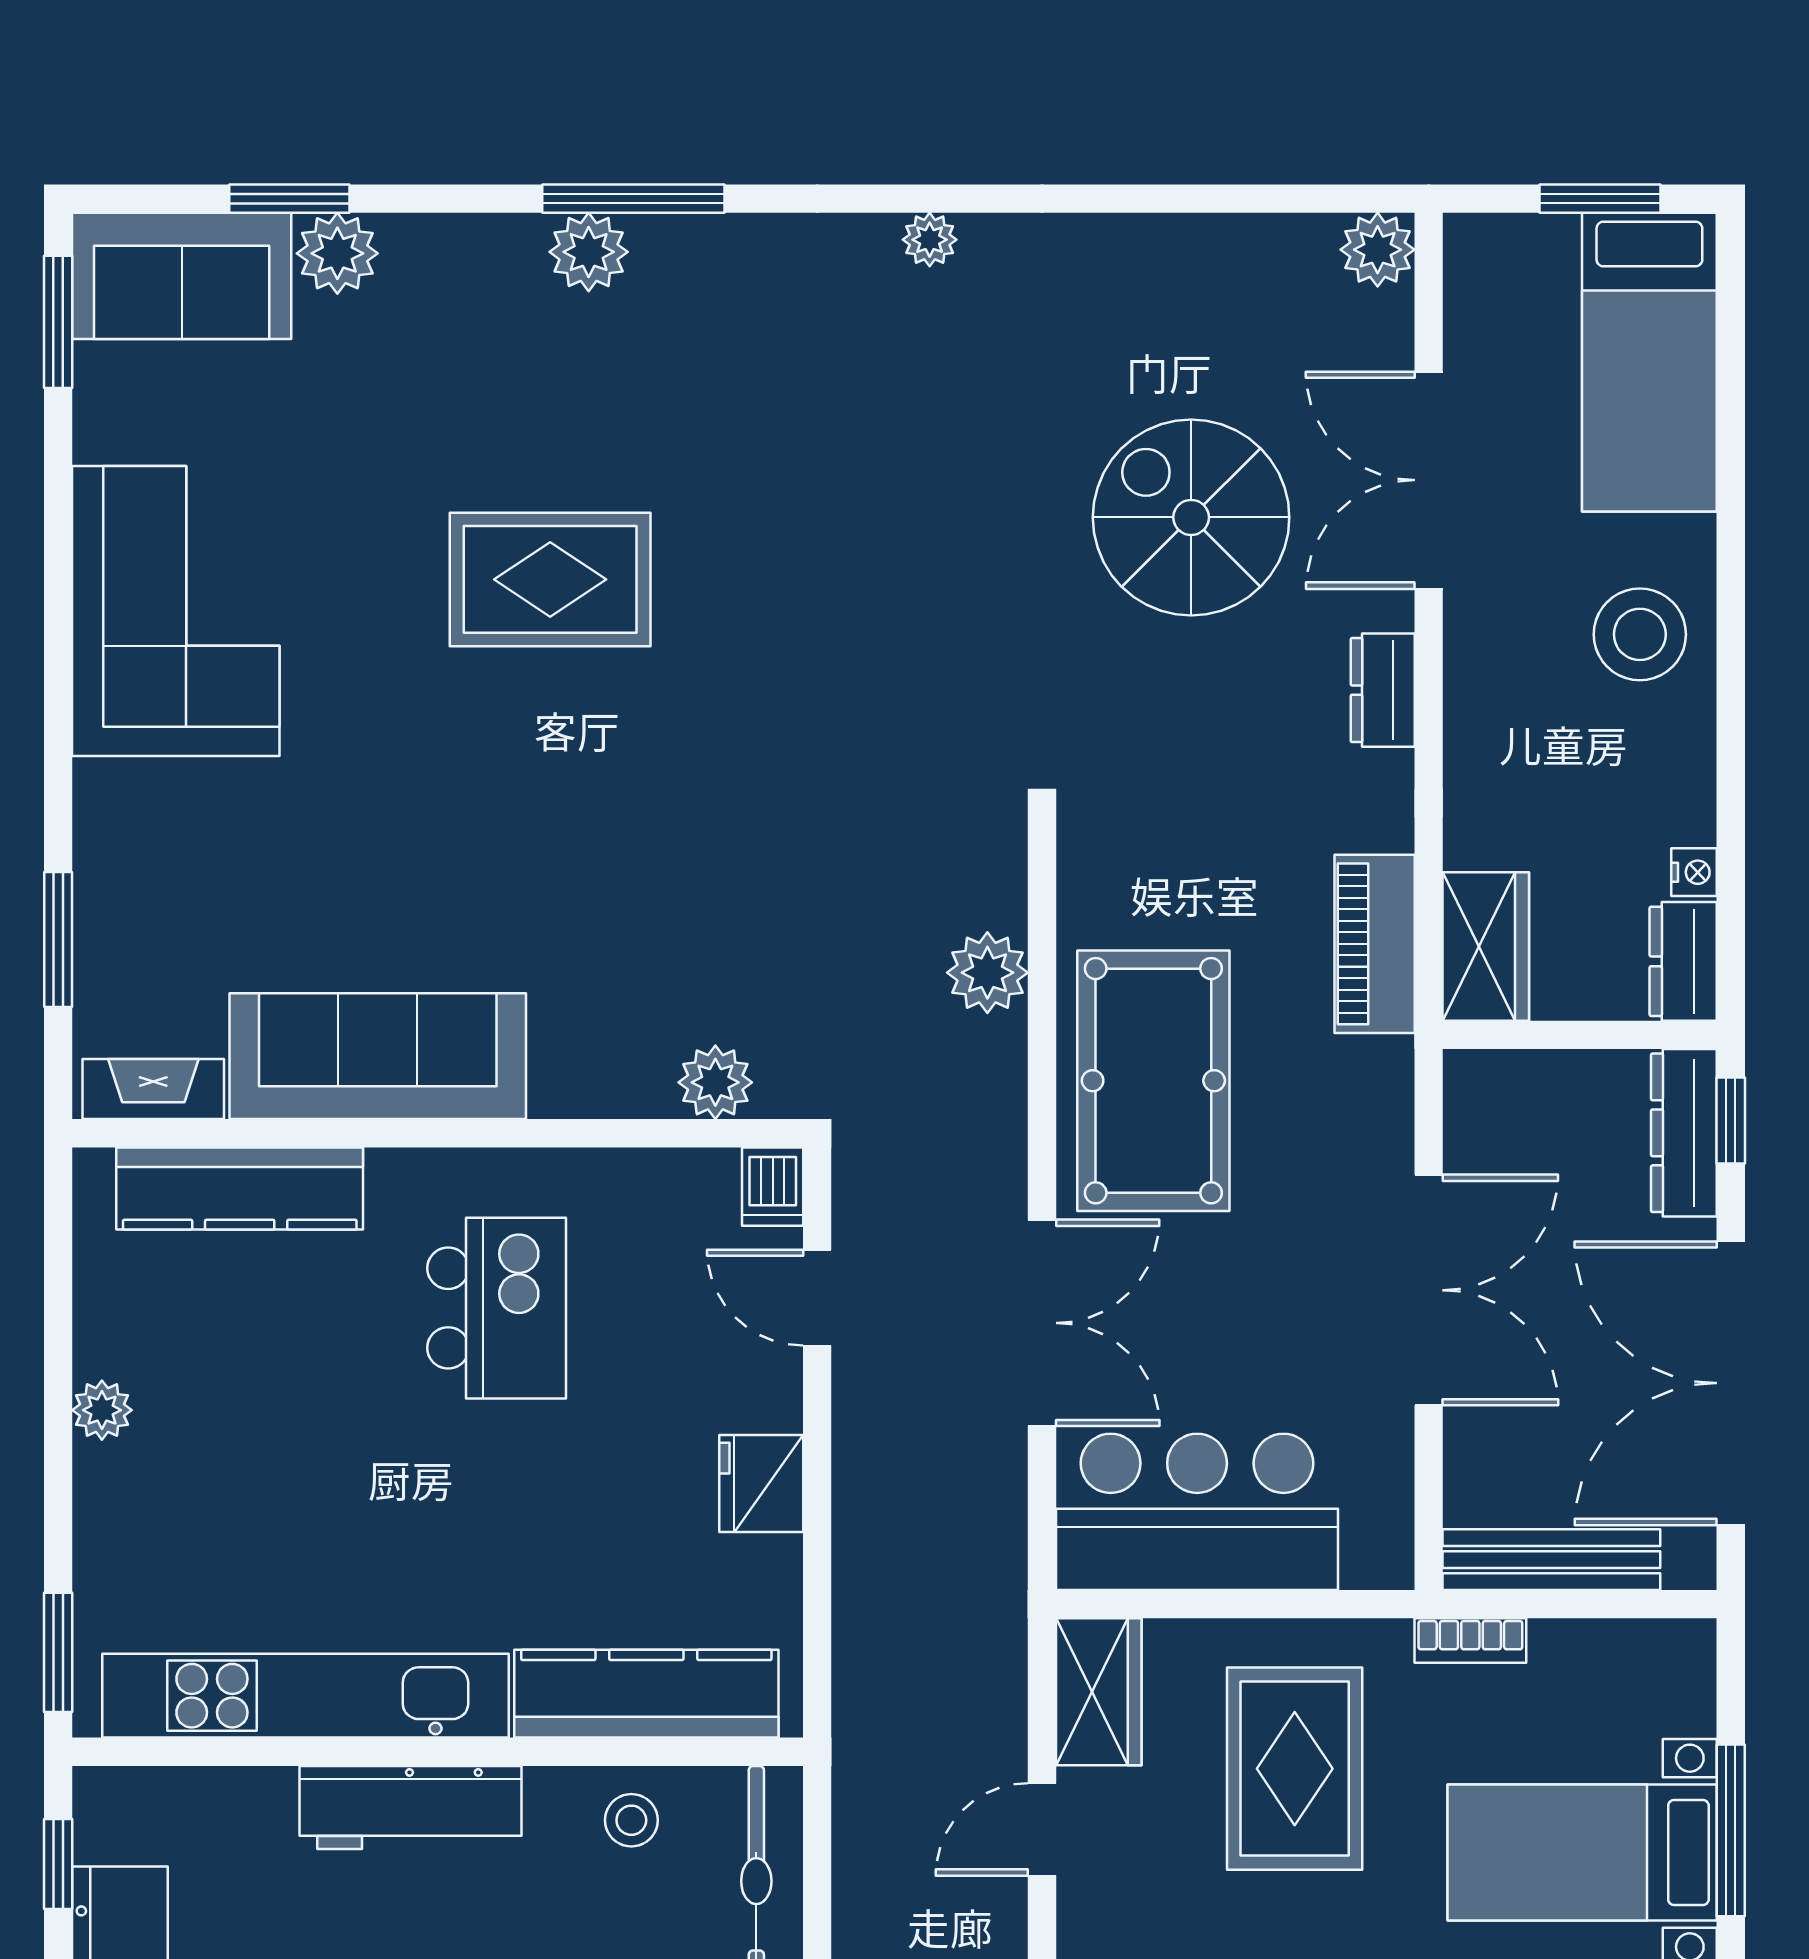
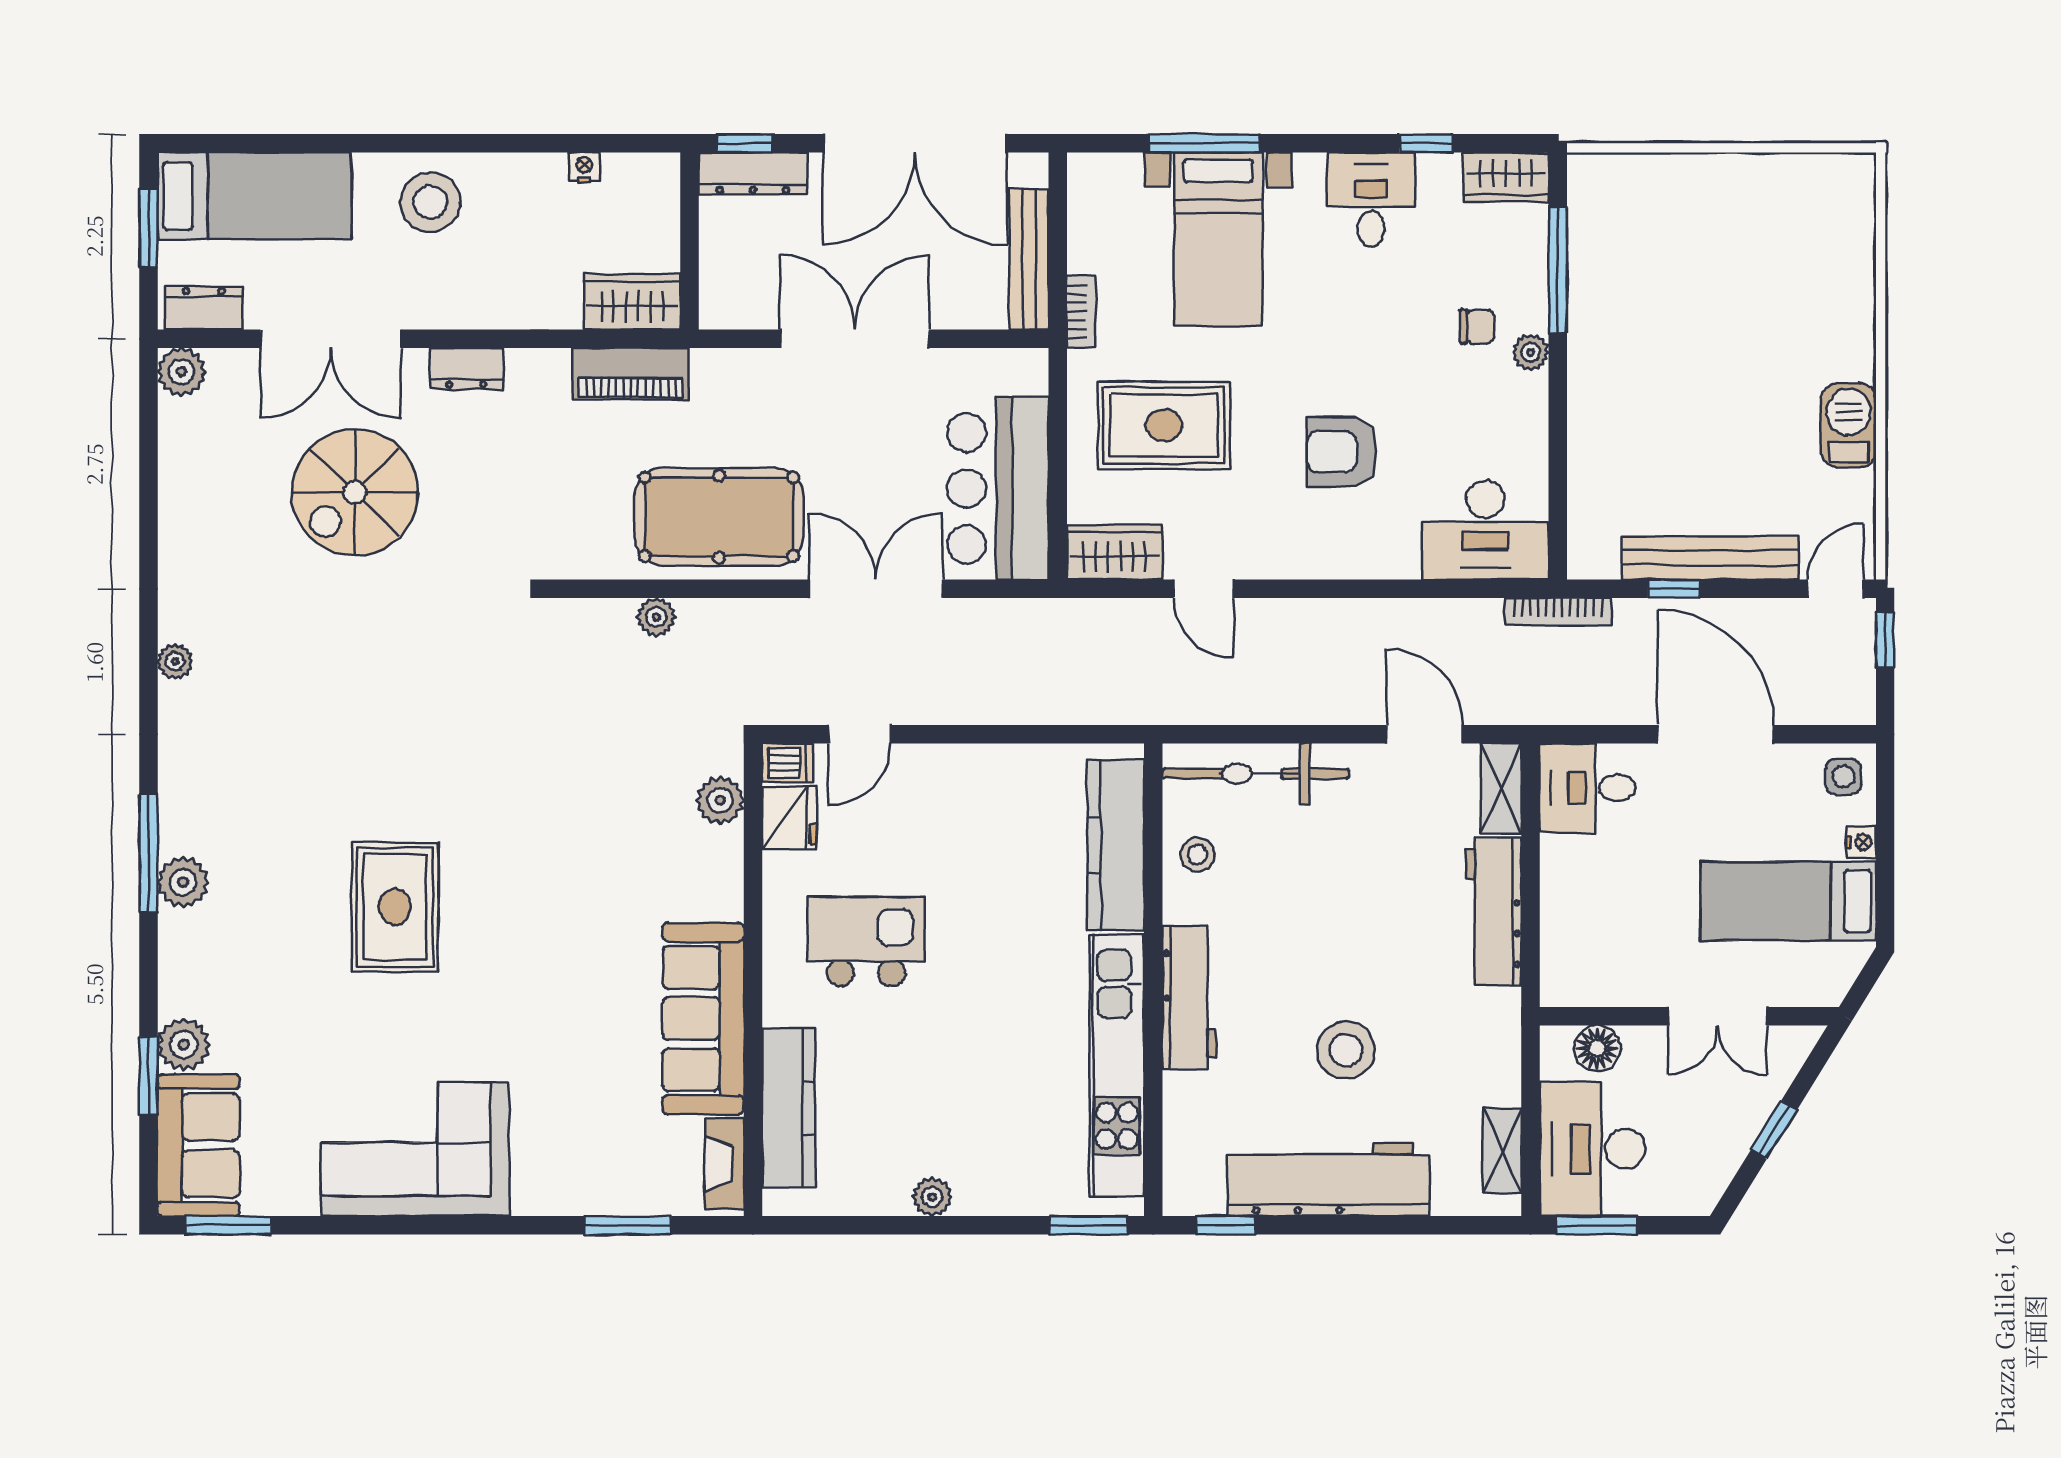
dresser: (1683, 961) -> (204, 308), moved, turned 180
plant: (987, 973) -> (656, 617), width x0.73, depth x0.73
fridge: (761, 1483) -> (789, 818), moved, turned -90

